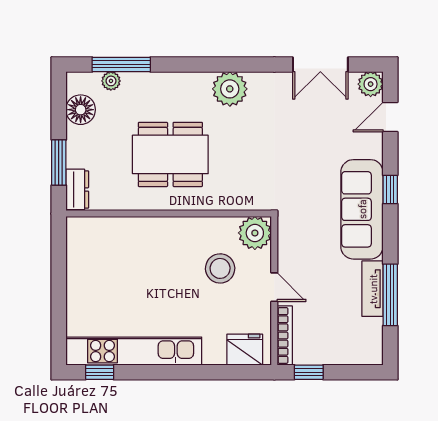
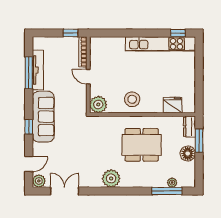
floor lamp: (81, 110) -> (188, 154), moved
stool: (220, 268) -> (132, 99), moved
tv unit: (373, 289) -> (38, 70), width x1.41
fridge: (245, 350) -> (173, 105), moved, turned 180

